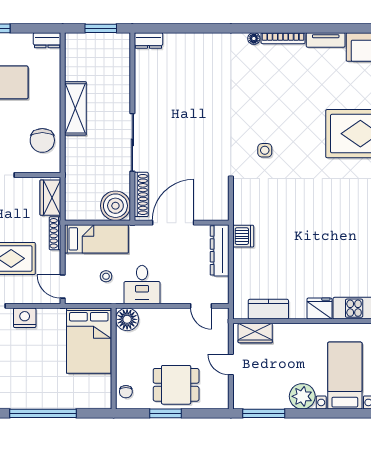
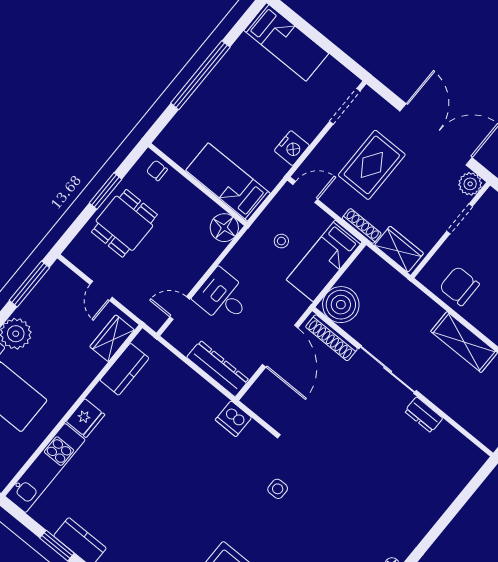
dresser: (148, 40) -> (424, 415), moved, turned -90
dishwasher: (243, 236) -> (233, 419), moved
desk: (142, 285) -> (223, 297), moved
nightstand: (25, 318) -> (292, 148), moved
bed: (89, 341) -> (228, 182), width x0.67
door: (231, 365) -> (101, 291), swing flipped

